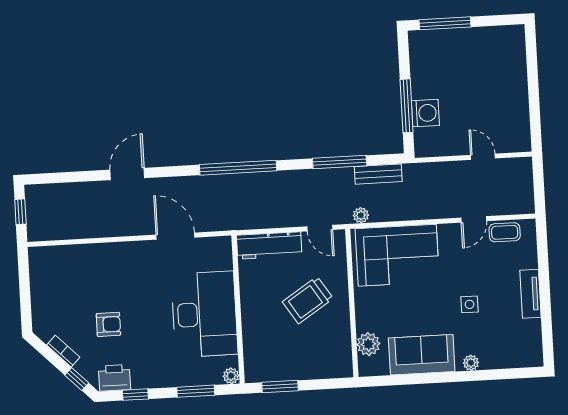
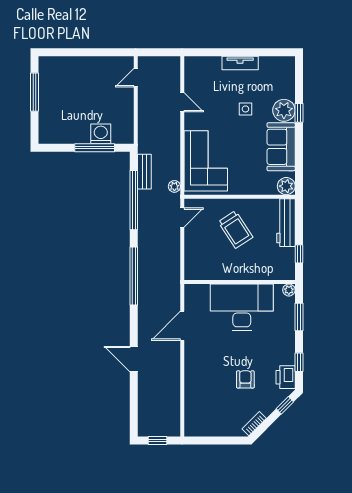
window: (445, 23) -> (35, 92), moved
door: (483, 157) -> (136, 78), moved
window: (340, 162) -> (134, 200), width x1.46
coffee table: (505, 232) -> (193, 80), removed
workbench: (269, 245) -> (286, 223), moved, turned 180
plant: (368, 344) -> (286, 186), moved
bookcase: (63, 351) -> (254, 424), moved
plant: (471, 363) -> (284, 110), width x1.88, depth x1.88
window: (468, 376) -> (299, 113), added
window: (280, 386) -> (299, 254), width x0.67

